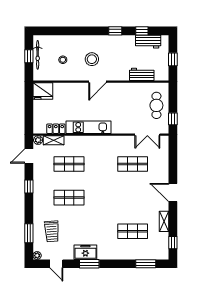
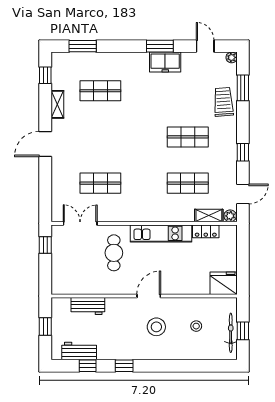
cafe table: (156, 105) -> (114, 253), moved
door: (173, 192) -> (45, 144), swing flipped
trolley: (52, 231) -> (223, 102), moved

